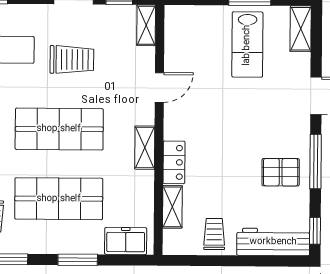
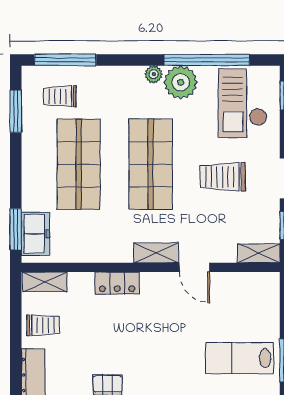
trolley: (72, 60) -> (223, 177), turned 90
shelving: (145, 148) -> (156, 253), moved
shelving: (172, 207) -> (45, 282), moved
window: (78, 260) -> (16, 229), moved

